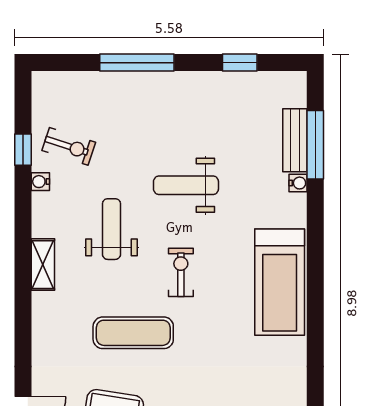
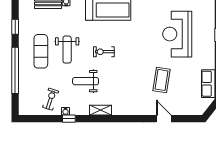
window: (137, 63) -> (15, 70), width x1.46
window: (23, 150) -> (69, 119), moved
exercise mat: (133, 333) -> (41, 51), moved

